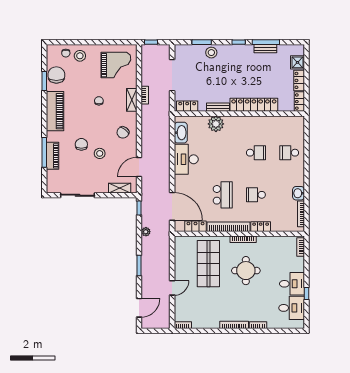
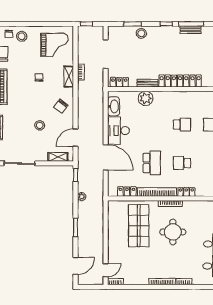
chair: (81, 144) -> (23, 117), removed
door: (172, 206) -> (106, 157), moved
door: (172, 288) -> (106, 270), moved

